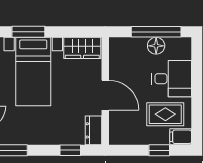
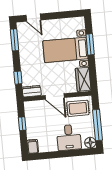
floor lamp: (156, 46) -> (90, 143), moved
door: (105, 95) -> (55, 97), hinge flipped
rug: (165, 114) -> (78, 108), moved, turned 90
window: (159, 150) -> (22, 124), moved

